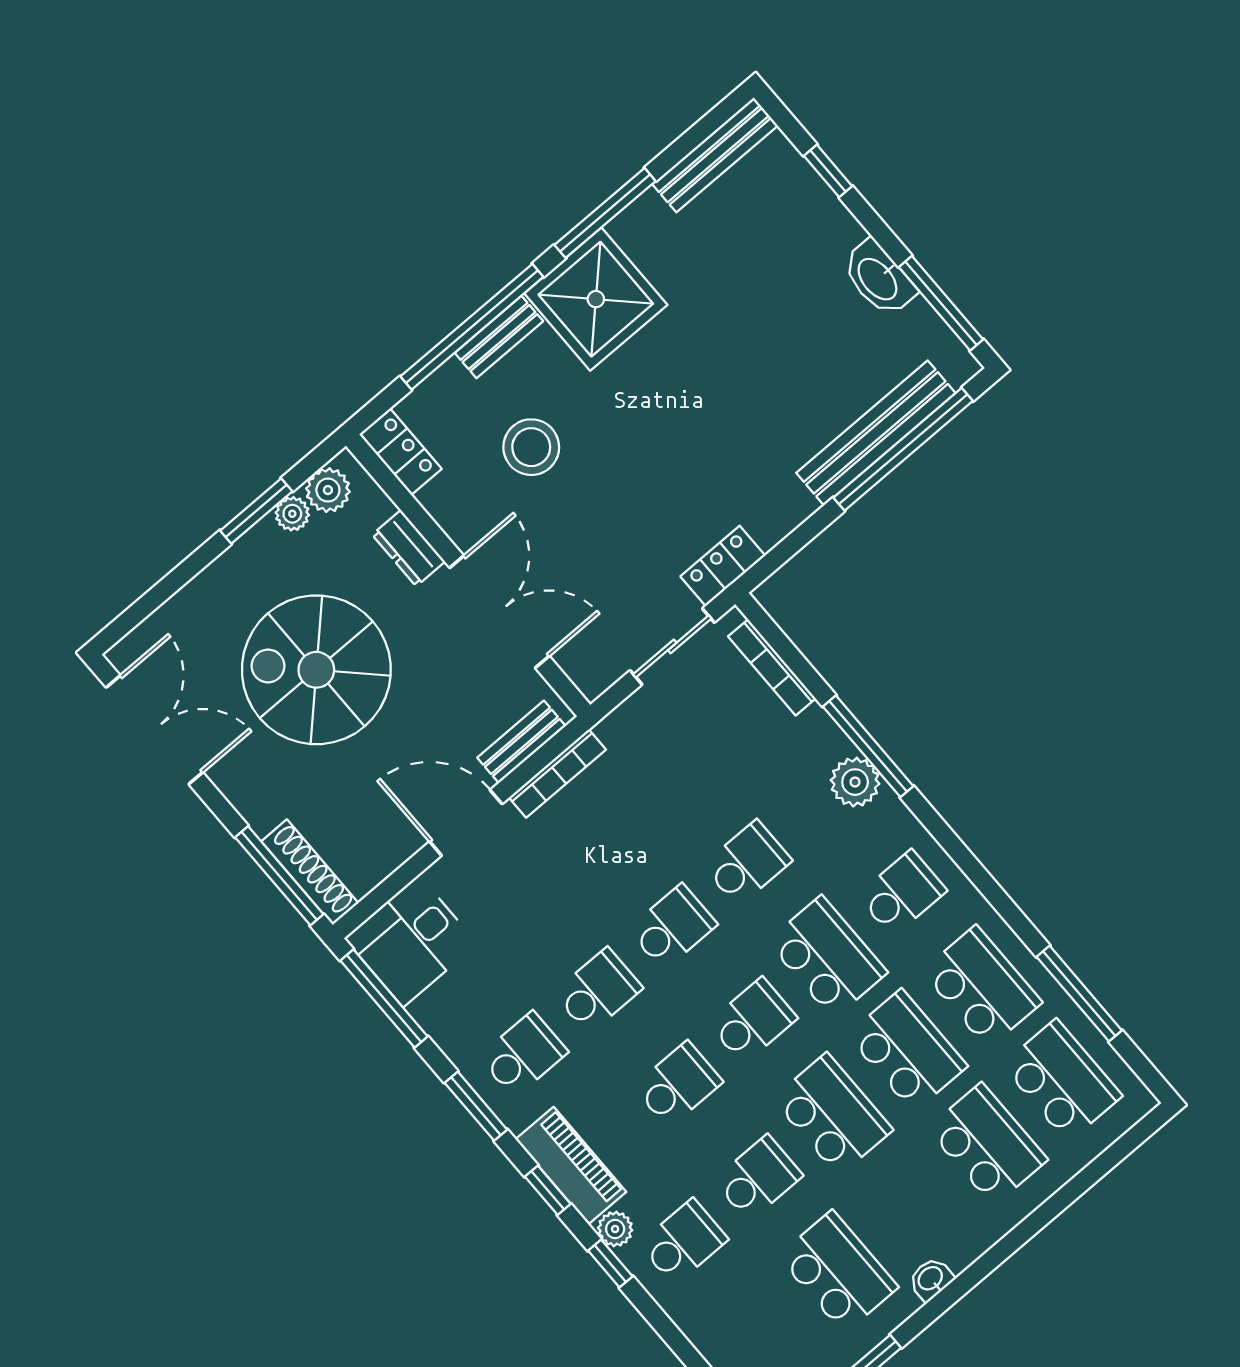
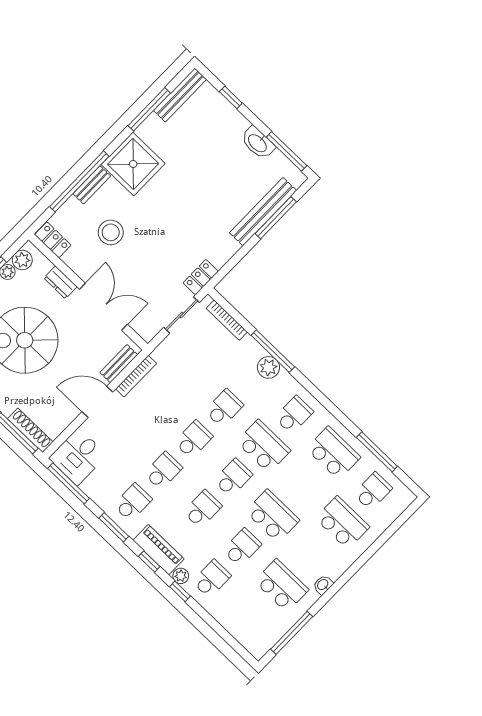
window: (605, 213) -> (149, 109), moved
window: (903, 449) -> (276, 218), width x0.68
school desk: (907, 1051) -> (303, 484), removed
school desk: (1062, 1081) -> (373, 491), width x0.54

